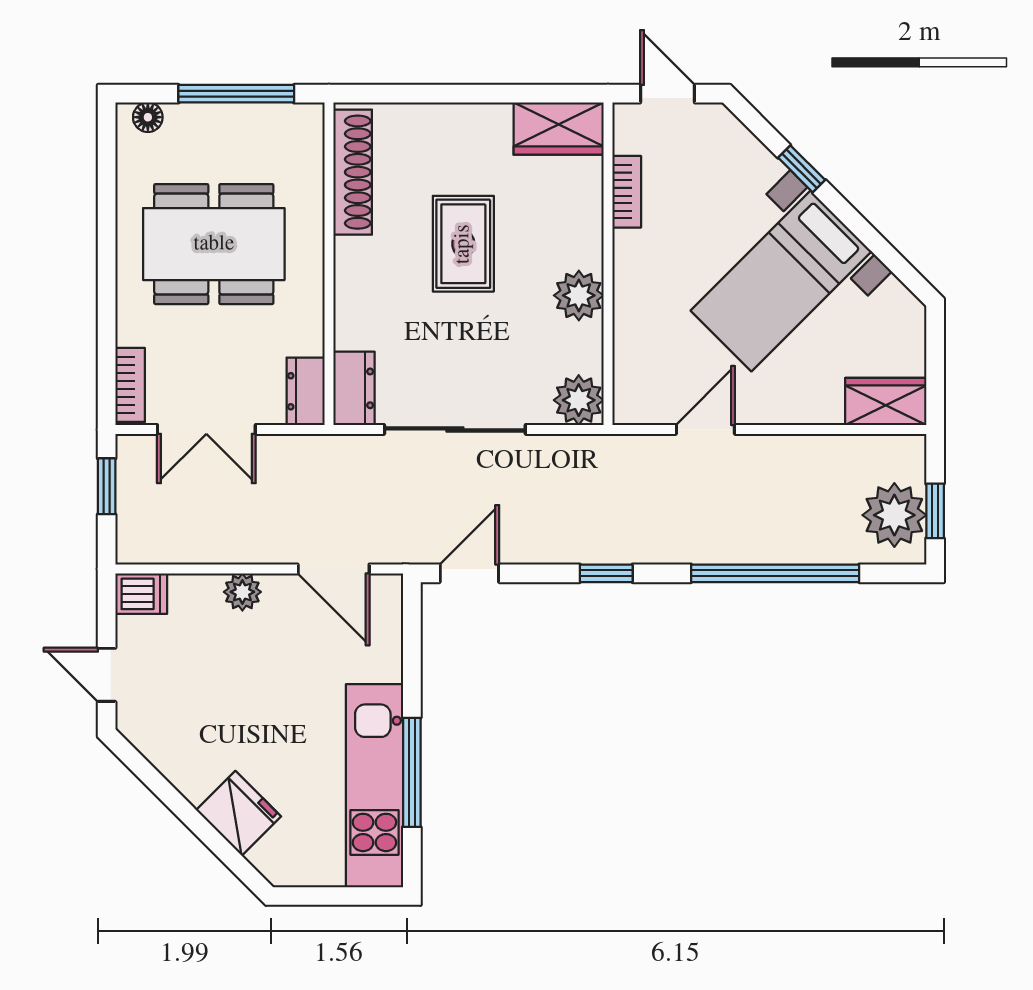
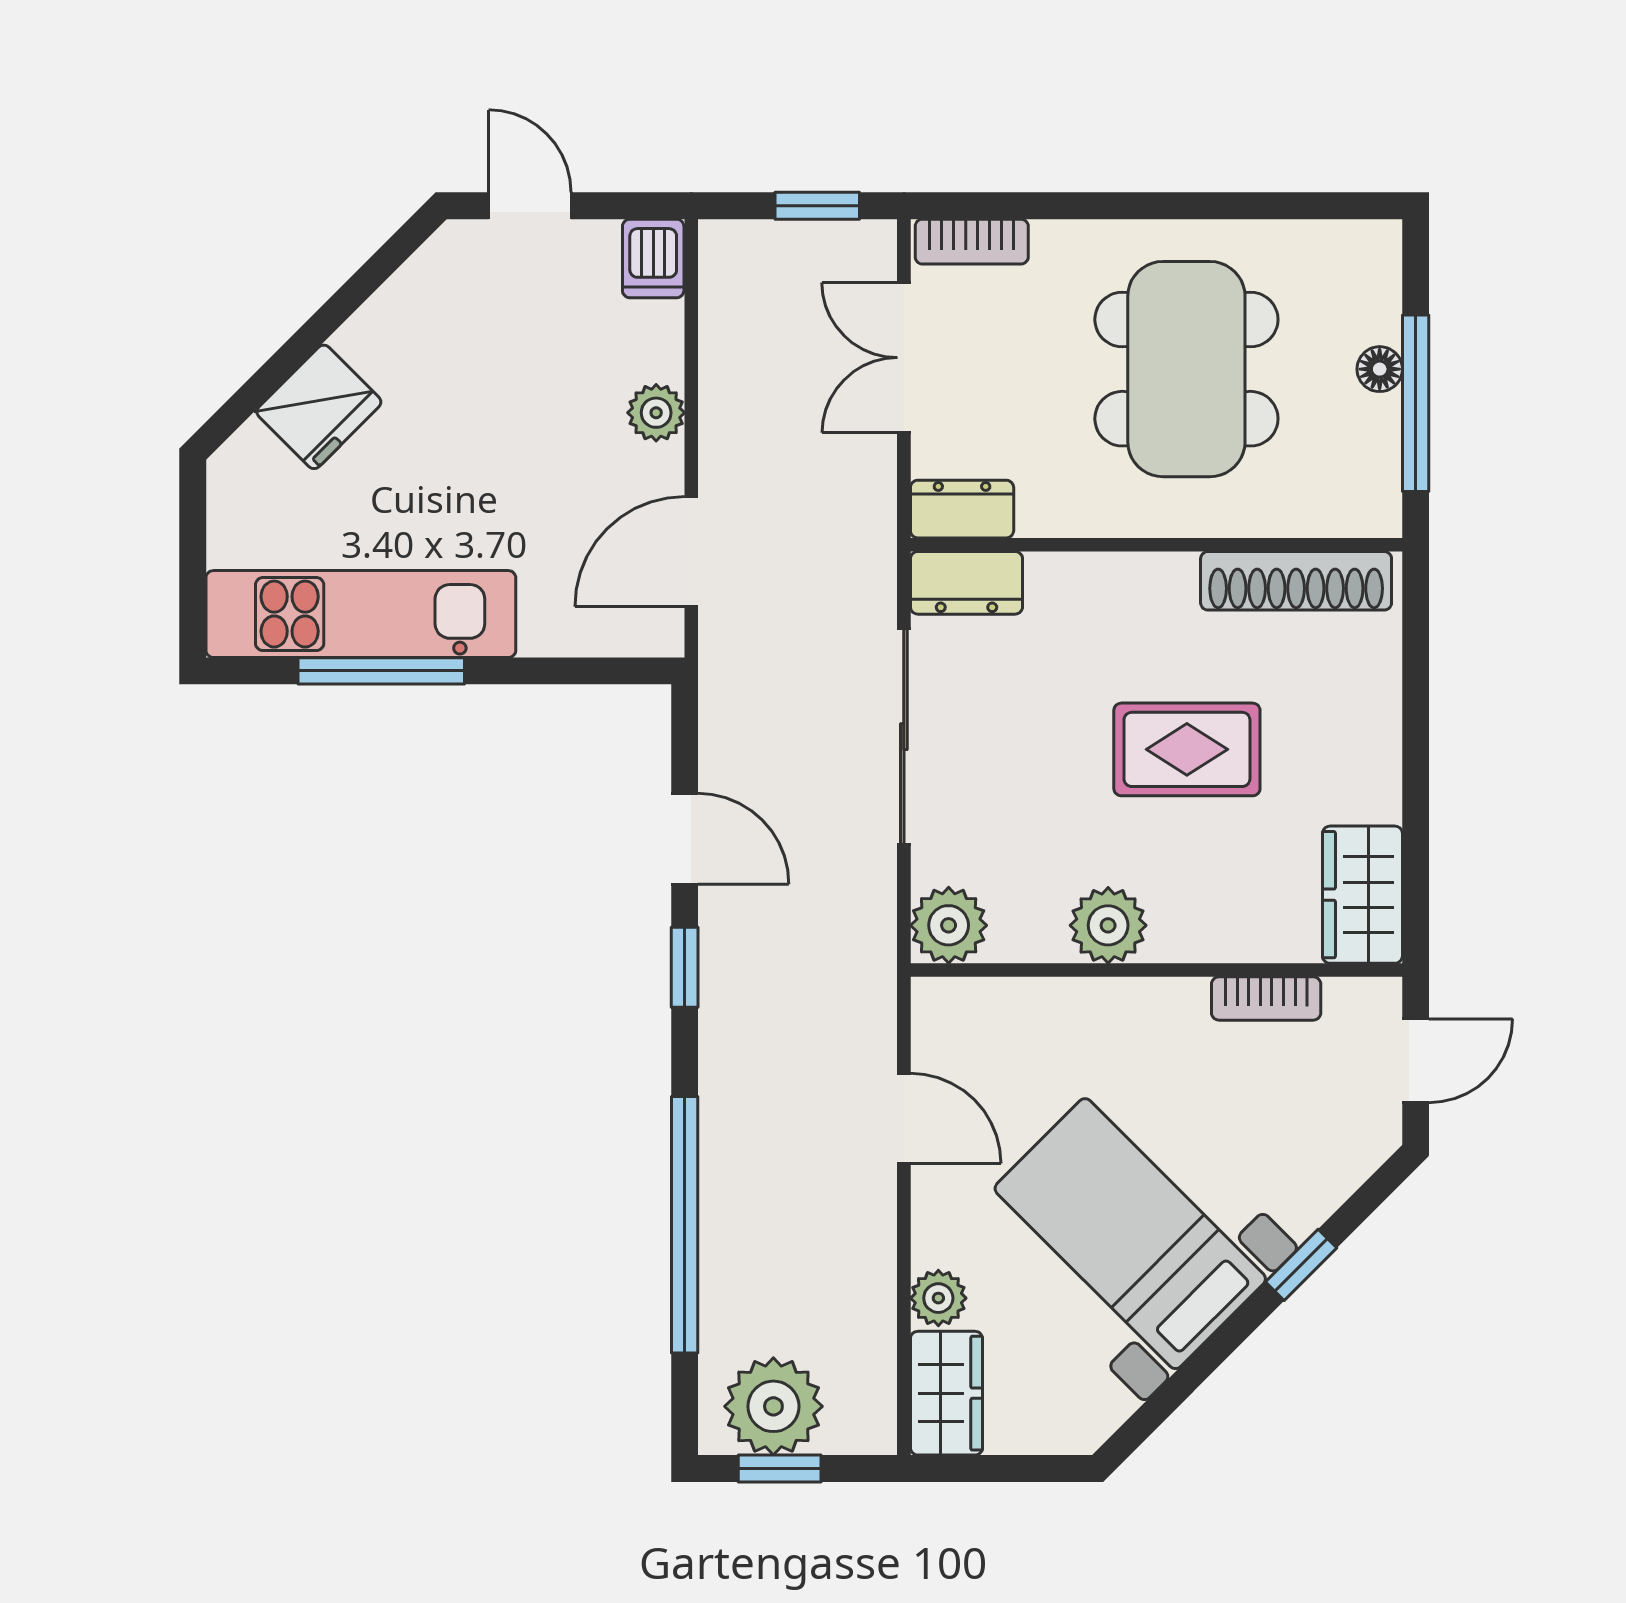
floor lamp: (148, 117) -> (1380, 369), moved
plant: (823, 407) -> (938, 1298), added
door: (469, 573) -> (685, 839), moved
door: (107, 675) -> (530, 206), hinge flipped

